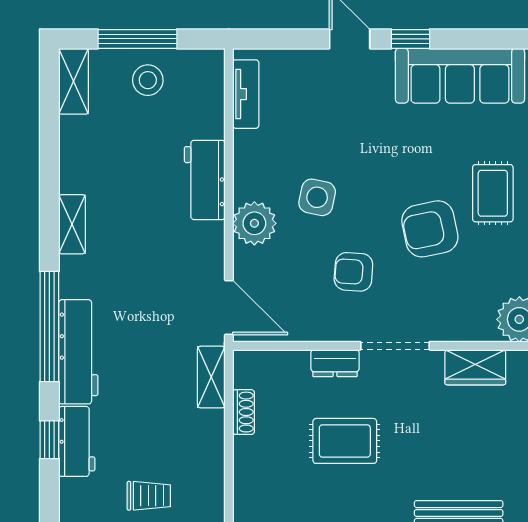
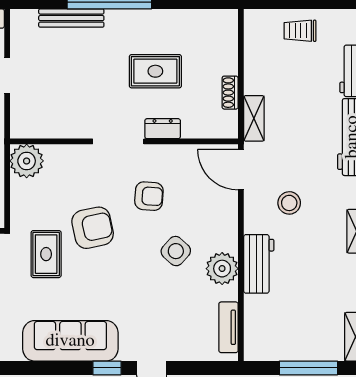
stool: (148, 80) -> (289, 203), moved
side table: (317, 197) -> (176, 251), turned 30
plant: (254, 223) -> (222, 269), moved
wardrobe: (475, 367) -> (59, 126), removed

